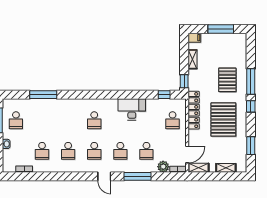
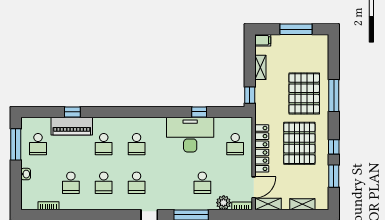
pallet: (227, 80) -> (304, 93), width x1.37, depth x1.41
window: (43, 95) -> (72, 112), width x0.46
window: (164, 95) -> (199, 112), moved
piano: (43, 106) -> (72, 126), added
window: (251, 106) -> (334, 147), moved
desk: (132, 109) -> (190, 135), width x1.36, depth x1.30
locker: (194, 110) -> (262, 148), moved
school desk: (120, 151) -> (104, 144), moved

